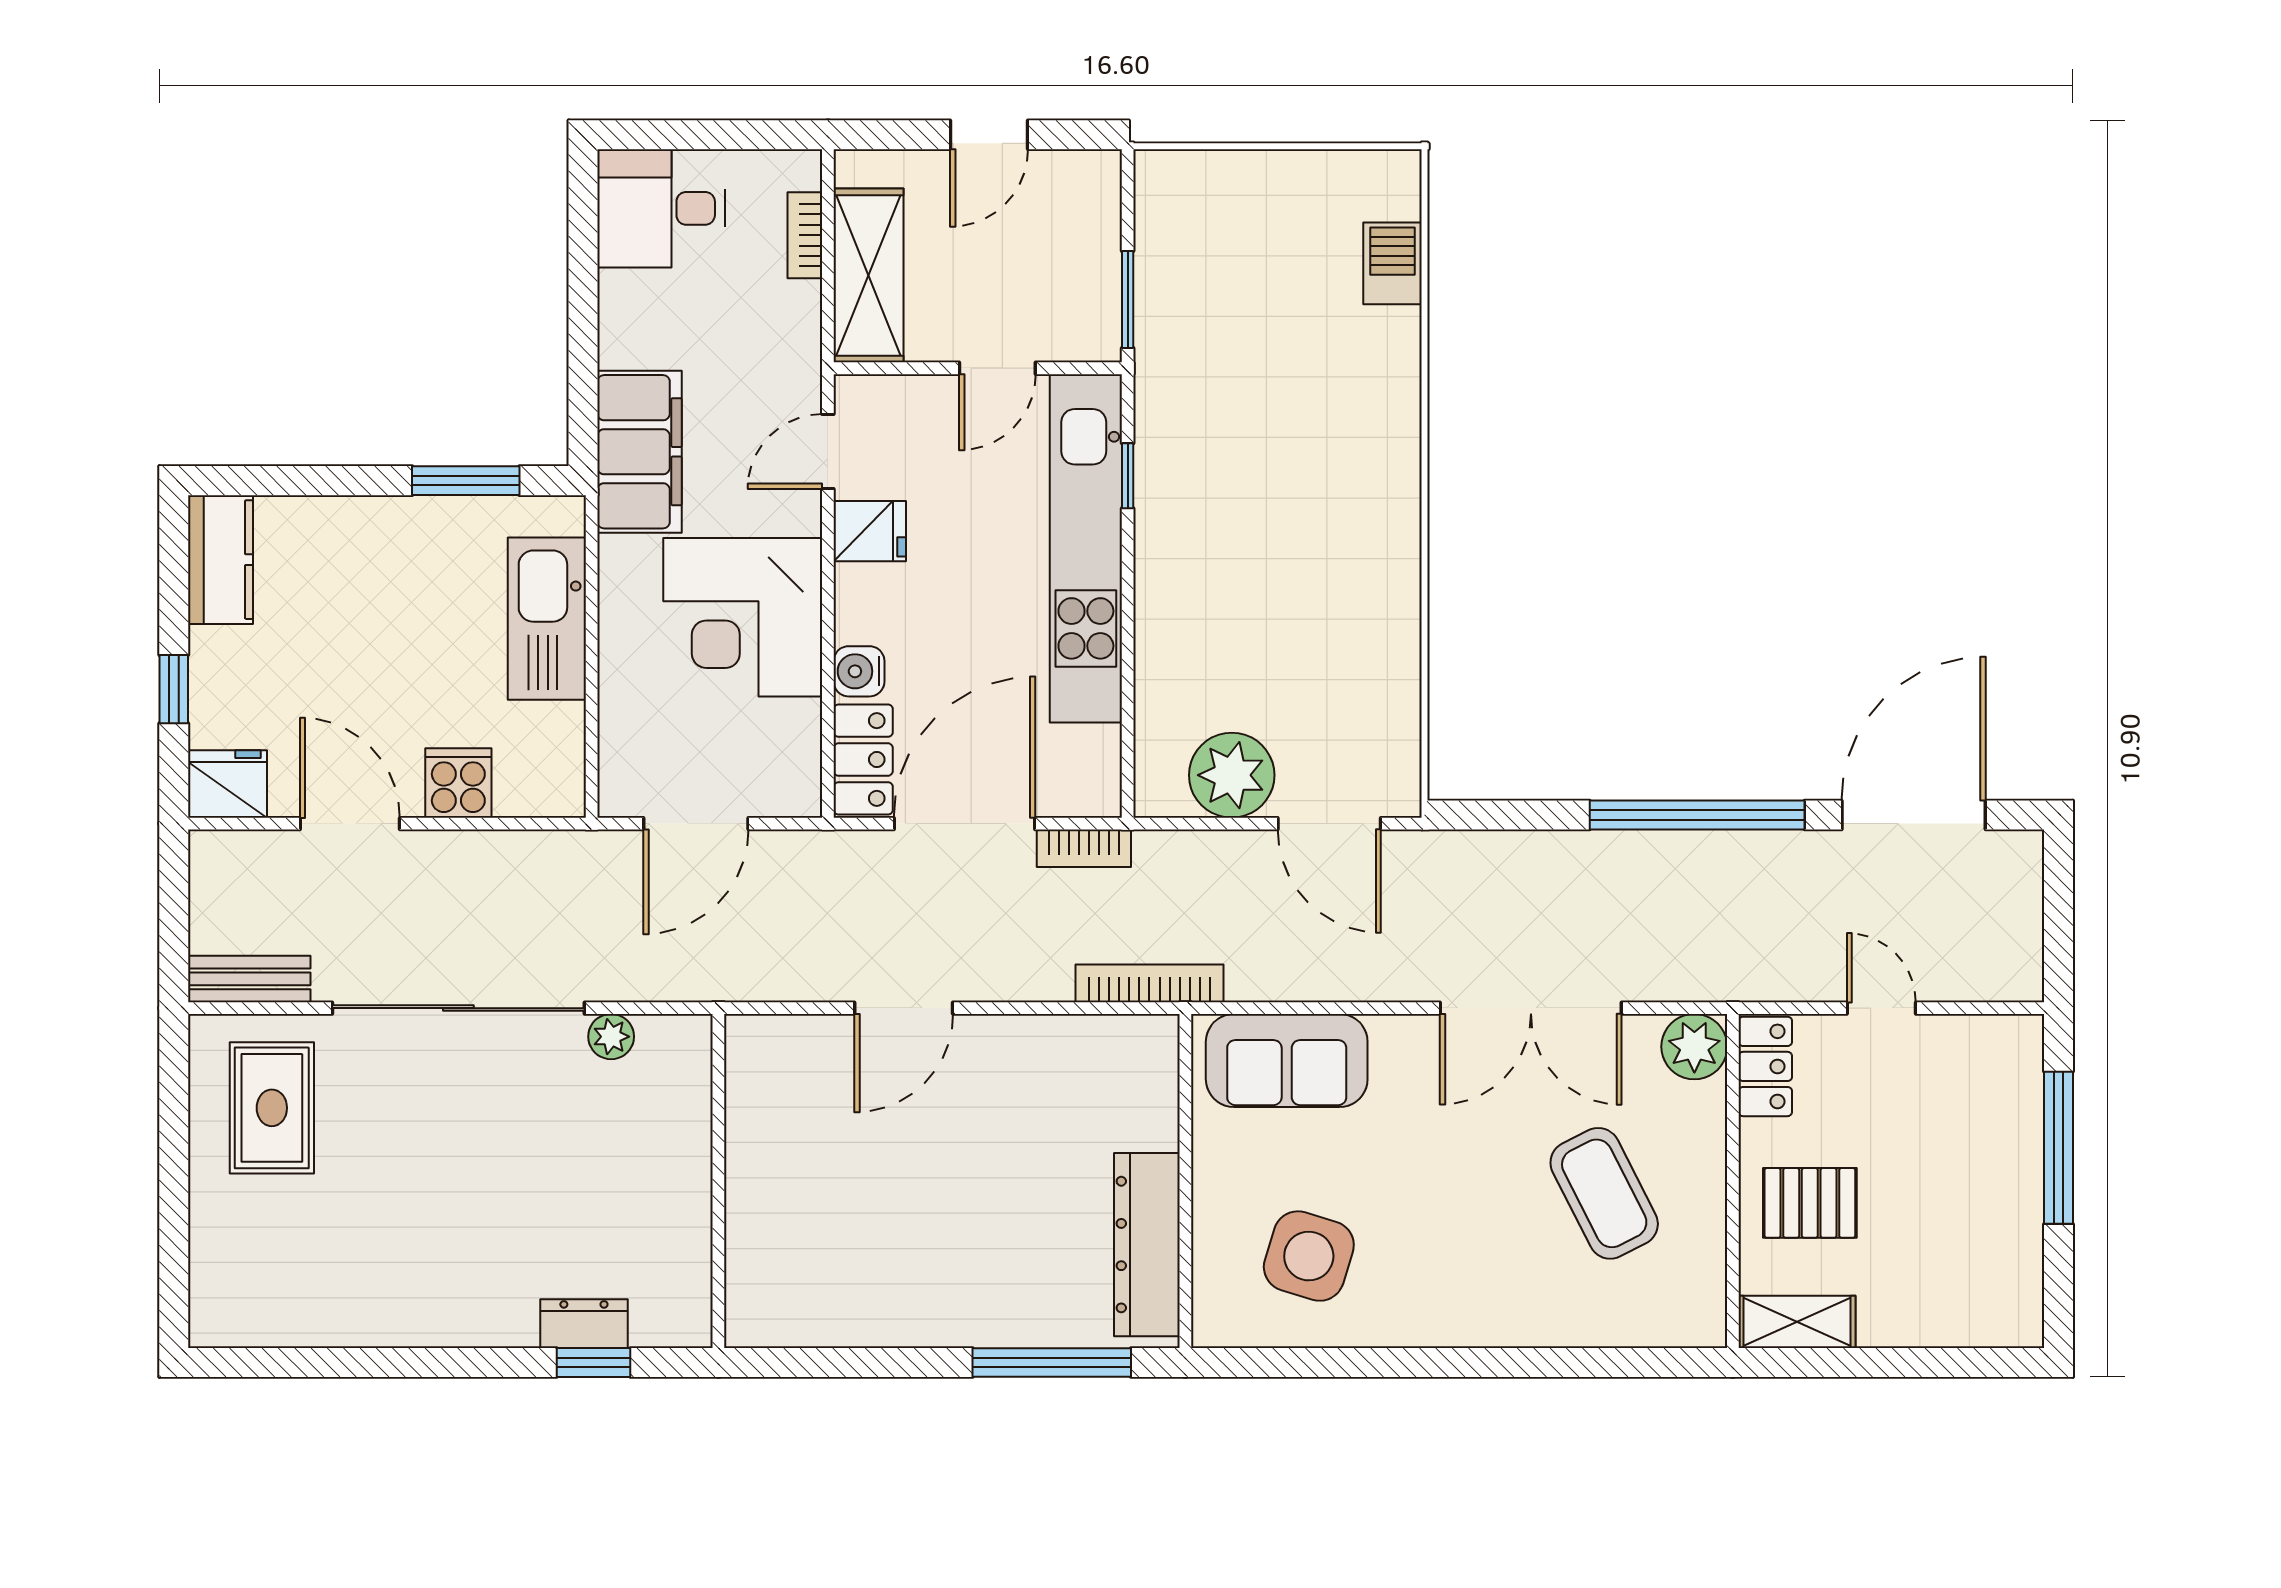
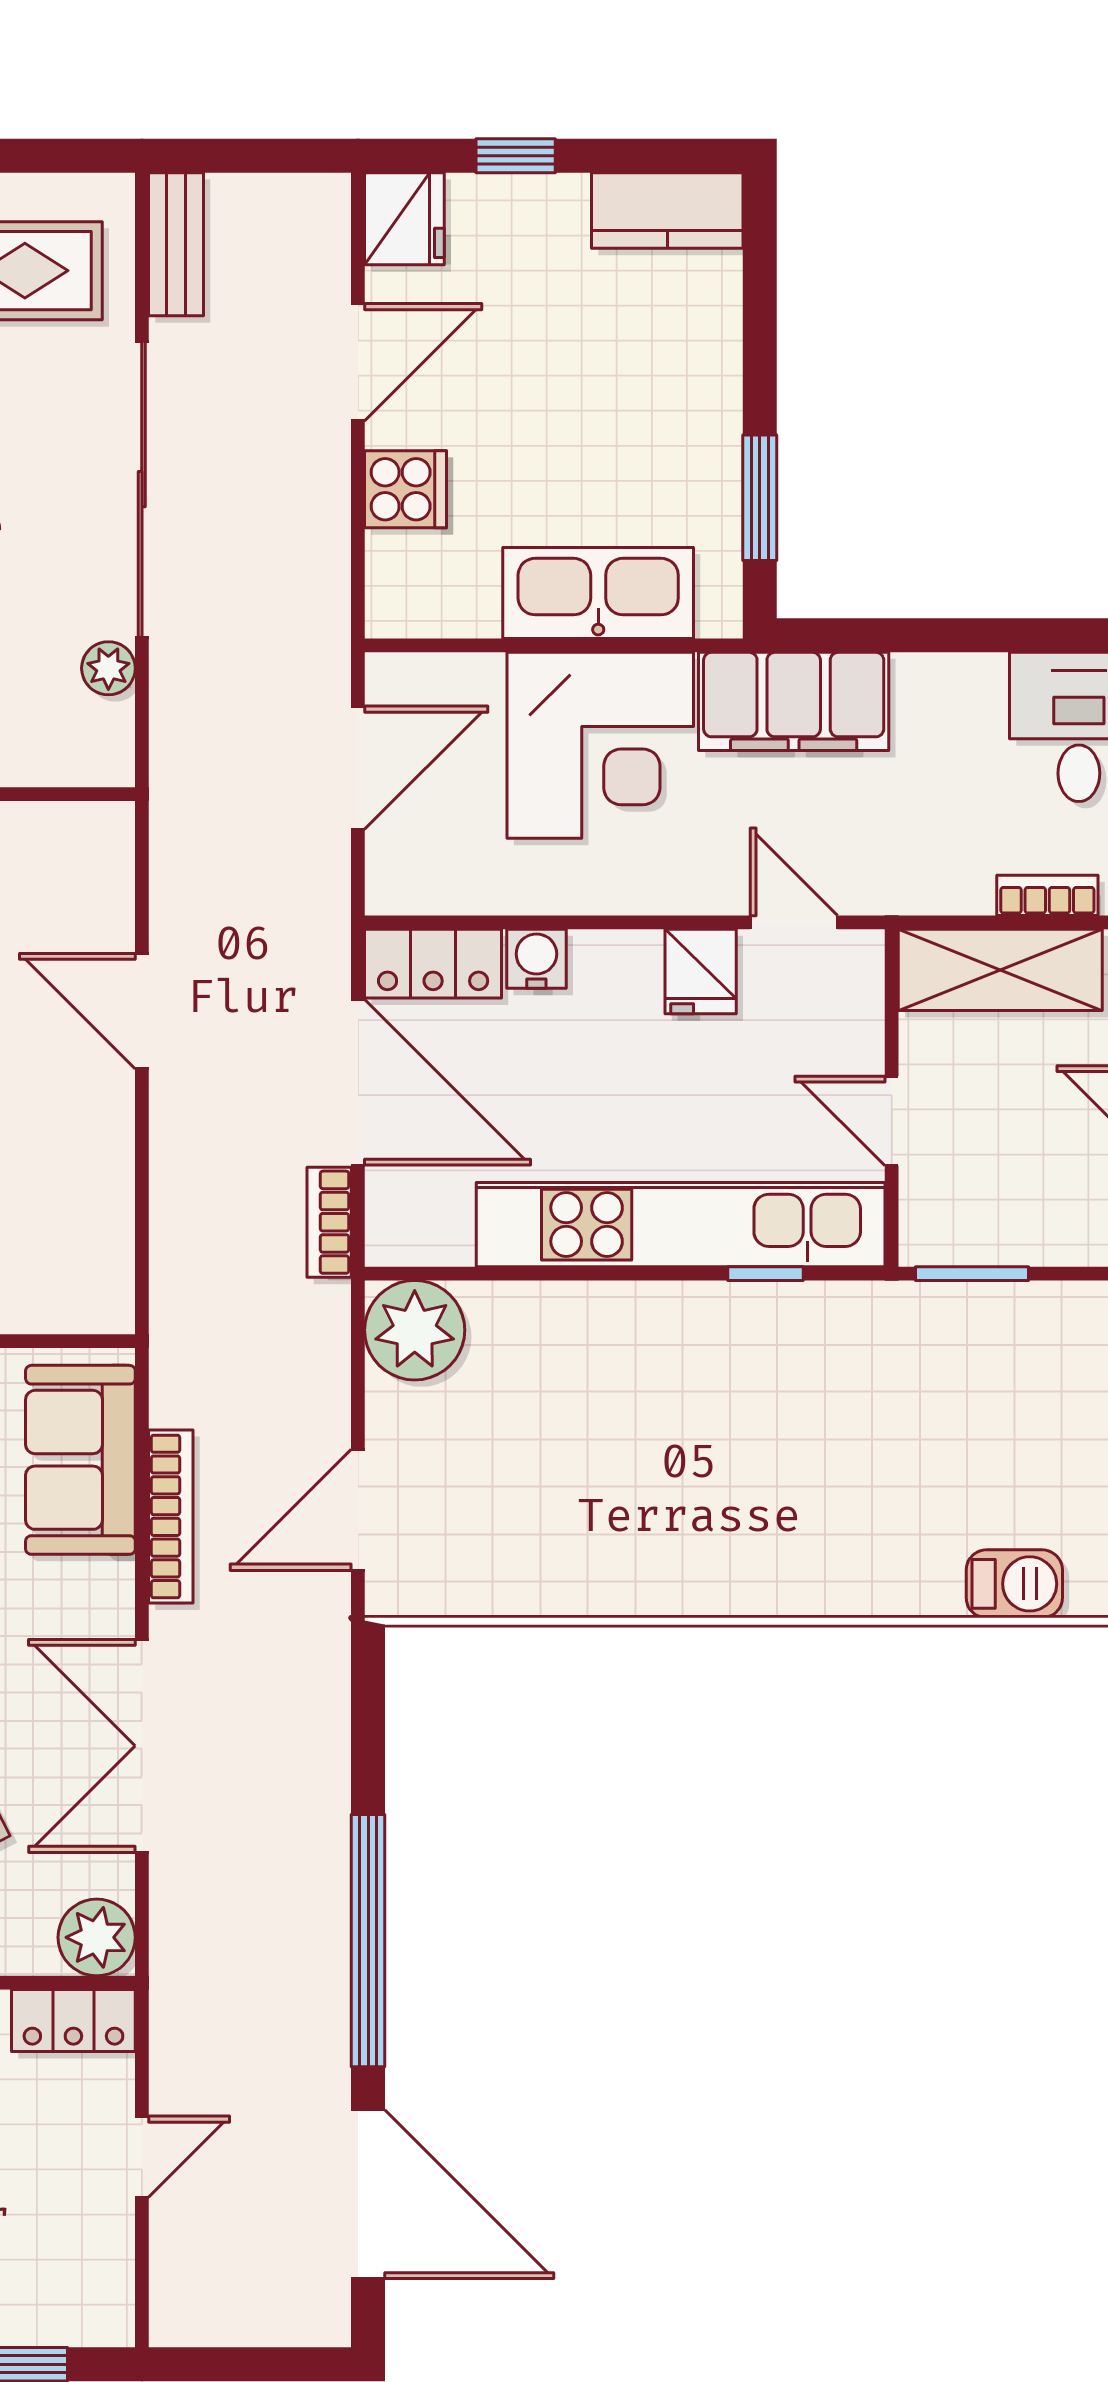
corner desk: (743, 617) -> (600, 745), moved, turned 180
plant: (1232, 775) -> (415, 1330), moved
door: (696, 824) -> (358, 768), swing flipped
bookcase: (1149, 983) -> (171, 1516), moved

